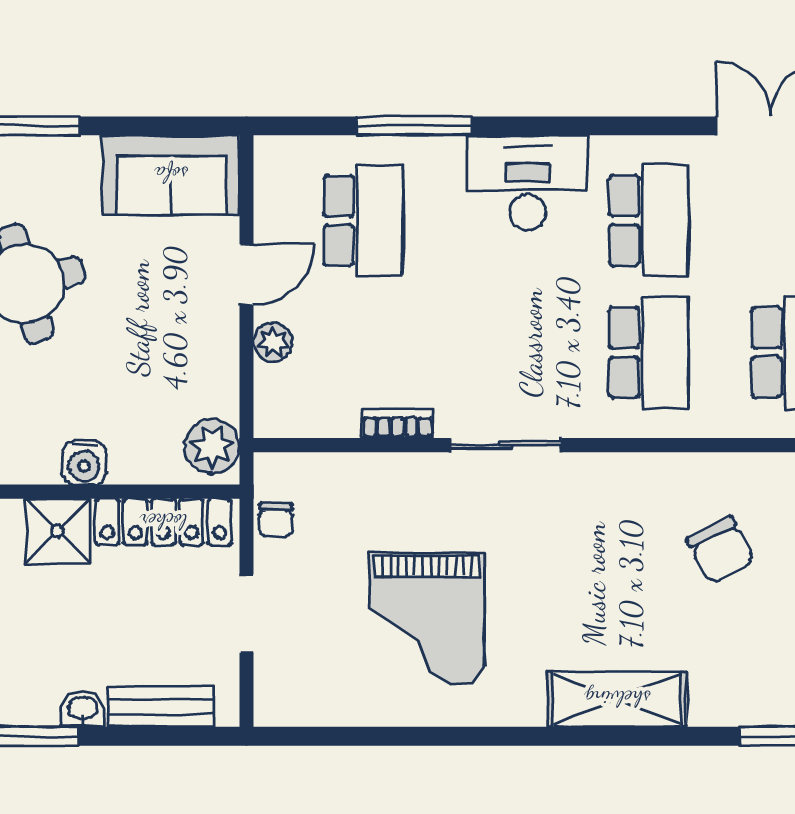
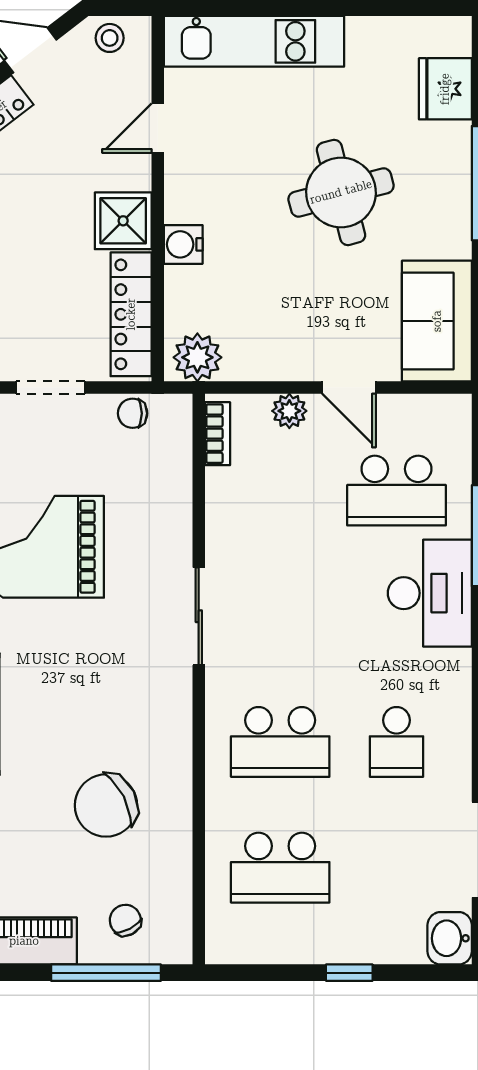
desk: (528, 183) -> (430, 593), moved
school desk: (649, 221) -> (396, 742), width x0.54
bookcase: (397, 424) -> (217, 434), moved
chair: (721, 550) -> (106, 805), width x1.37, depth x1.37

